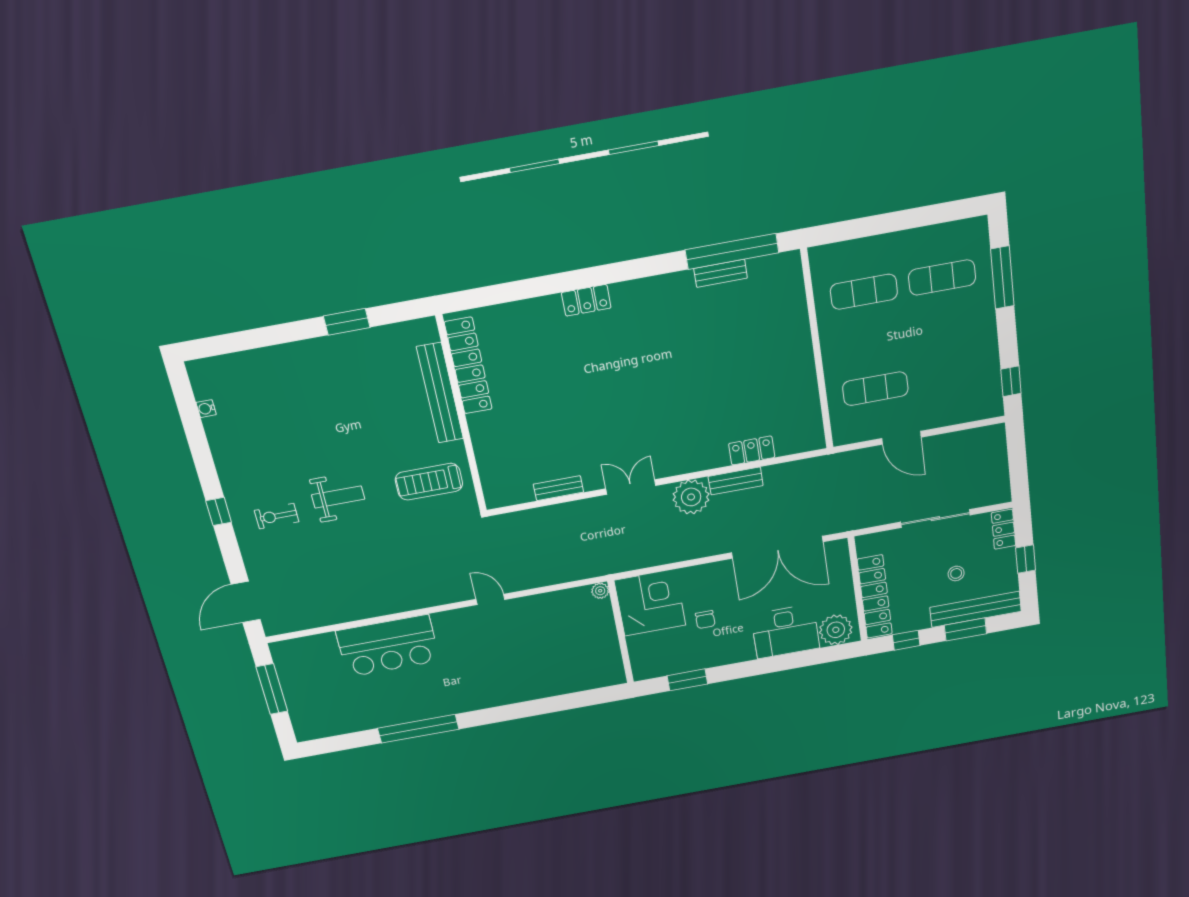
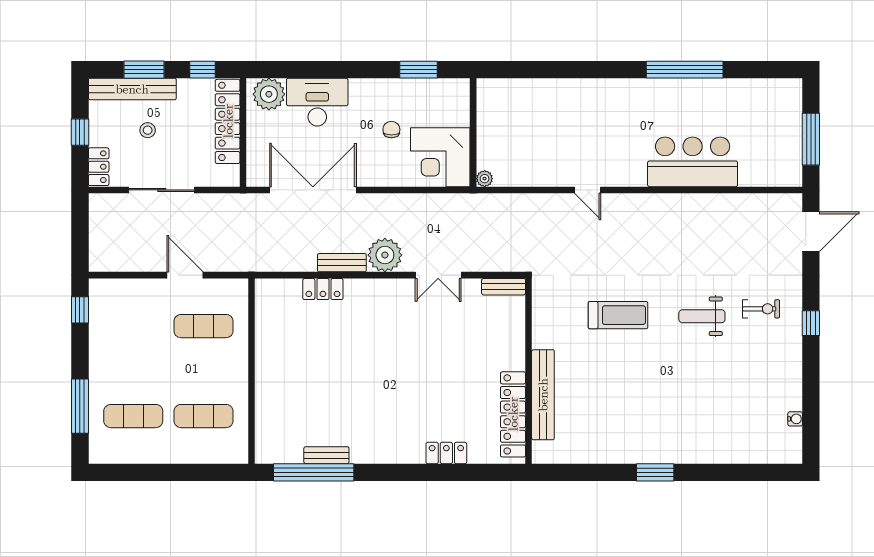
locker: (468, 366) -> (513, 414), moved
bench: (440, 393) -> (543, 395), moved
wall: (462, 415) -> (529, 371), moved

